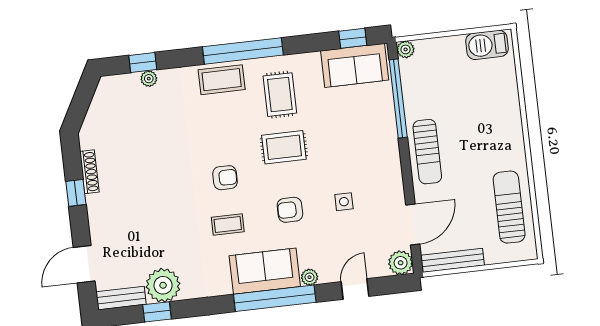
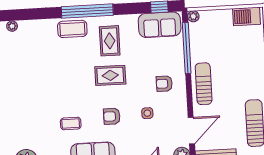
window: (143, 63) -> (22, 15), removed
plant: (149, 79) -> (12, 26), moved
sun lounger: (427, 152) -> (204, 84), turned 180
armchair: (225, 178) -> (164, 84), moved, turned 180

